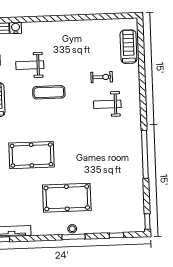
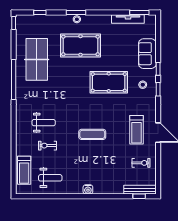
water cooler: (16, 28) -> (88, 189), moved
weight bench: (30, 65) -> (50, 178), moved
table tennis table: (118, 179) -> (37, 59), added

